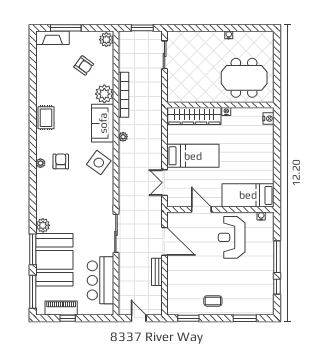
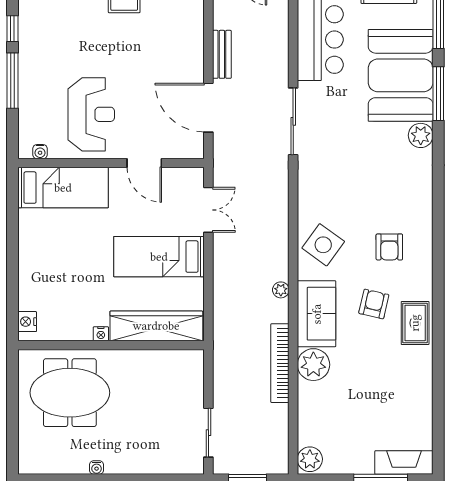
armchair: (84, 65) -> (374, 304), moved, turned 67
plant: (40, 163) -> (425, 244), removed

